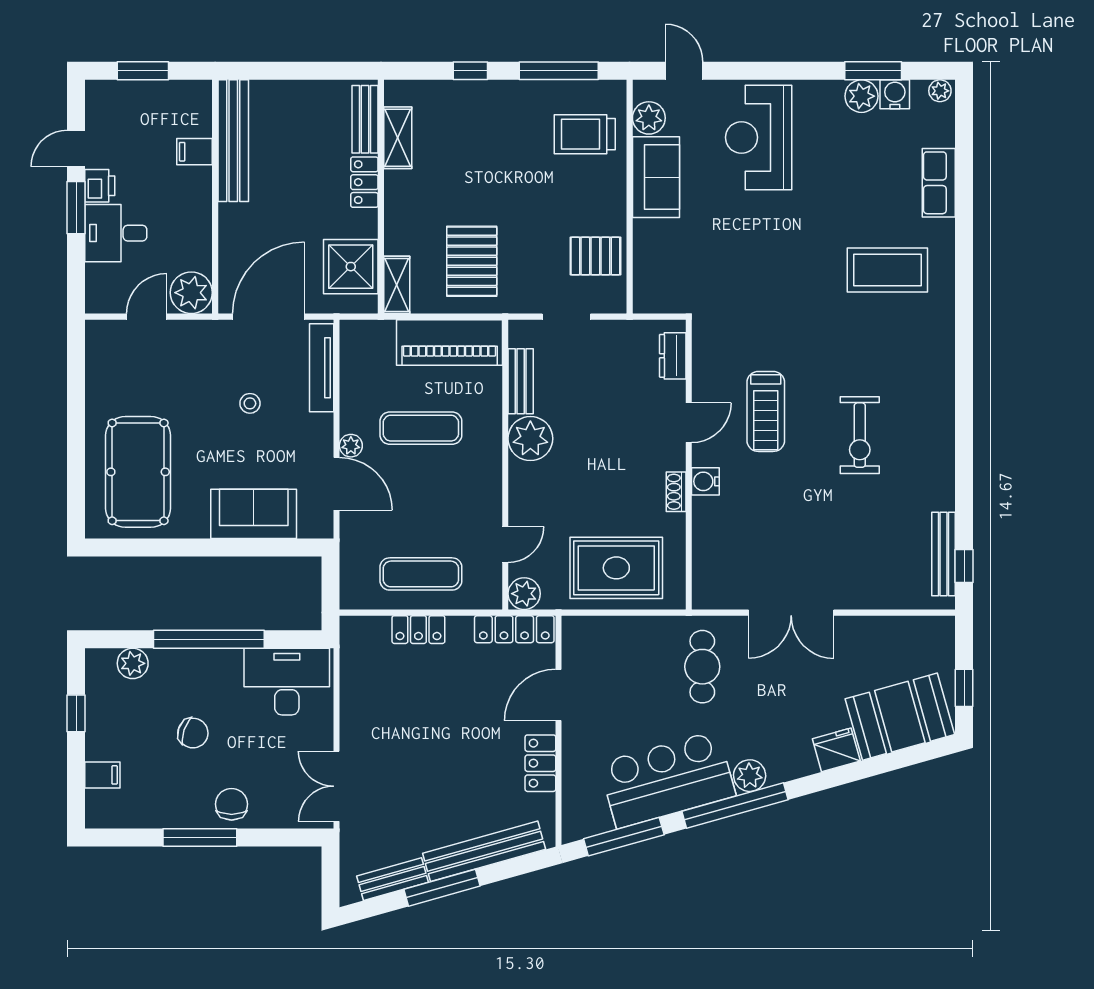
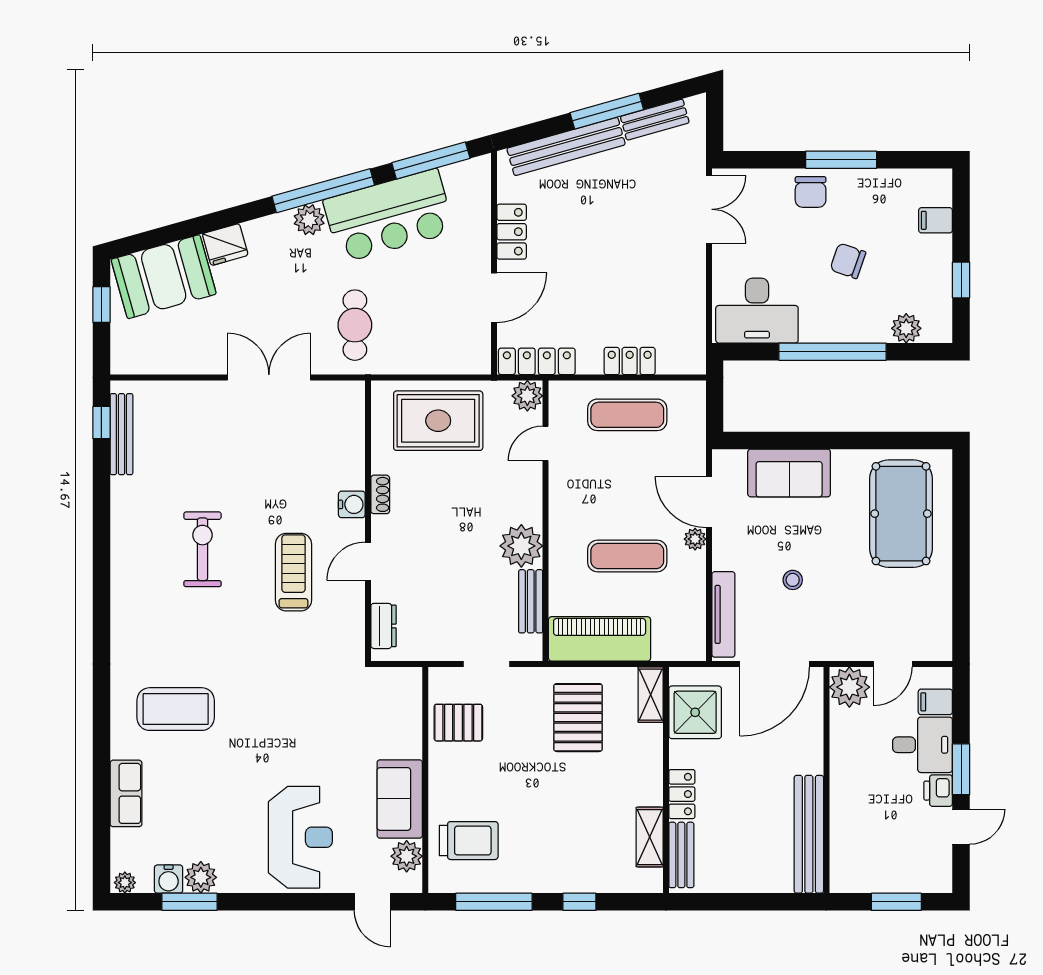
filing cabinet: (194, 152) -> (935, 702), moved, turned 180

